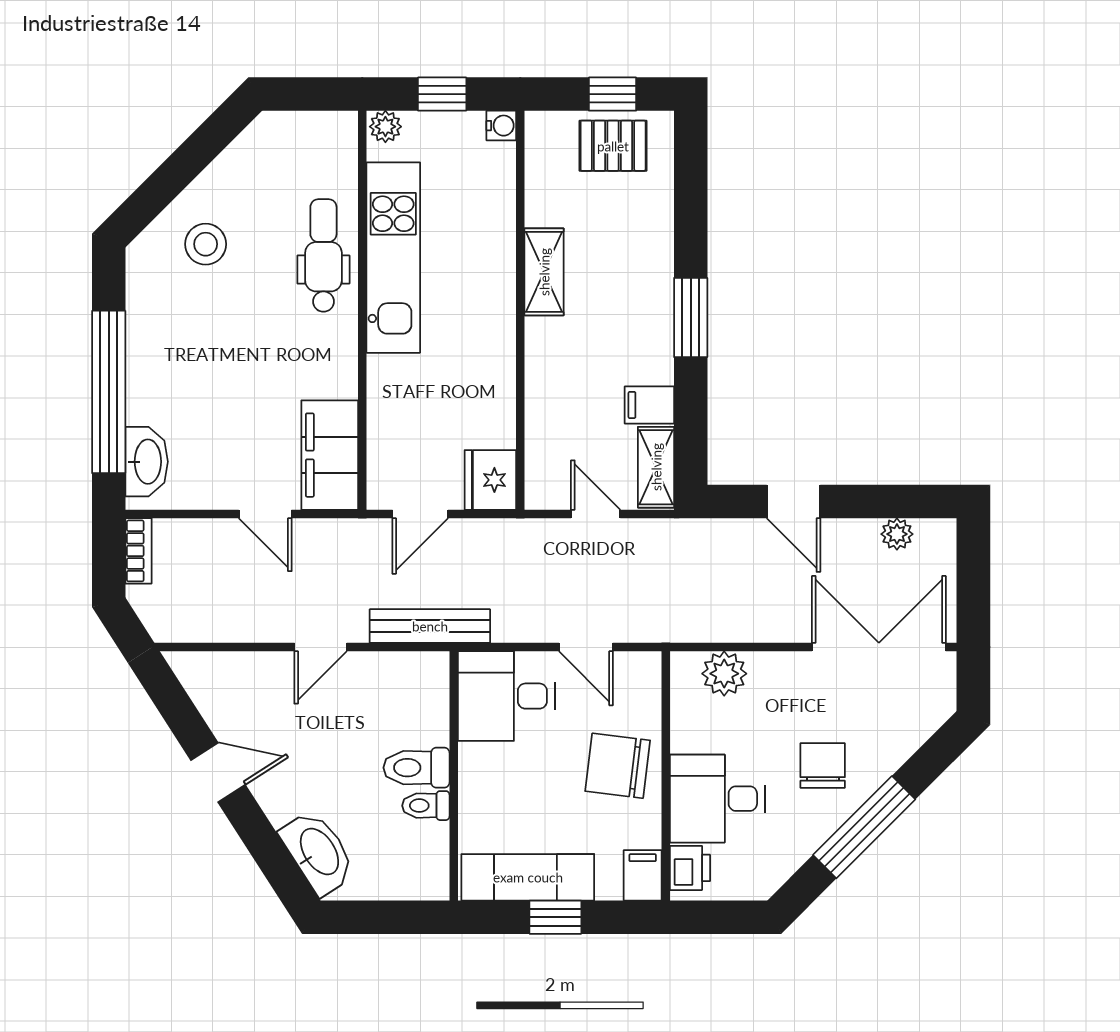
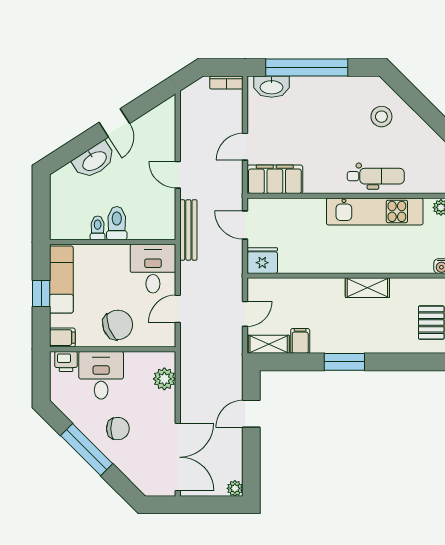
plant: (897, 534) -> (235, 488), moved
chair: (618, 766) -> (118, 325), turned 62
washbasin: (318, 852) -> (94, 160), moved

